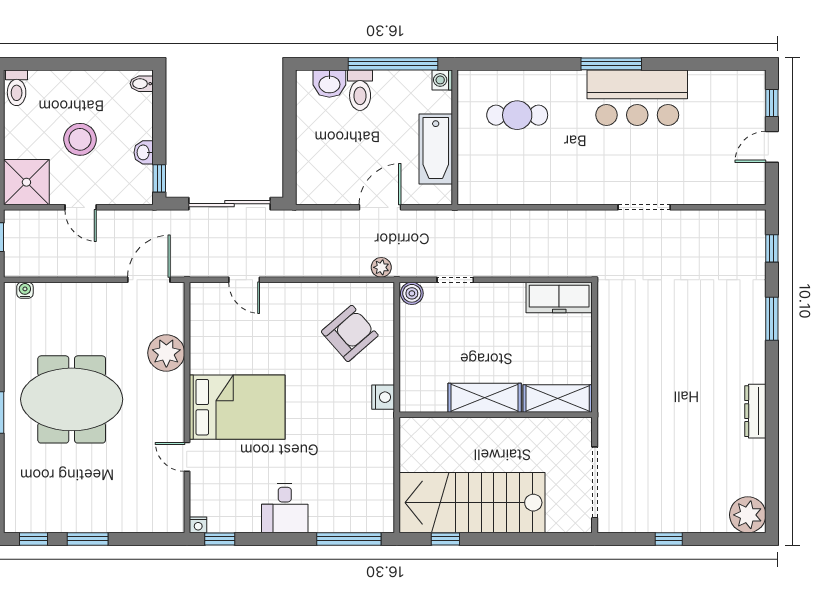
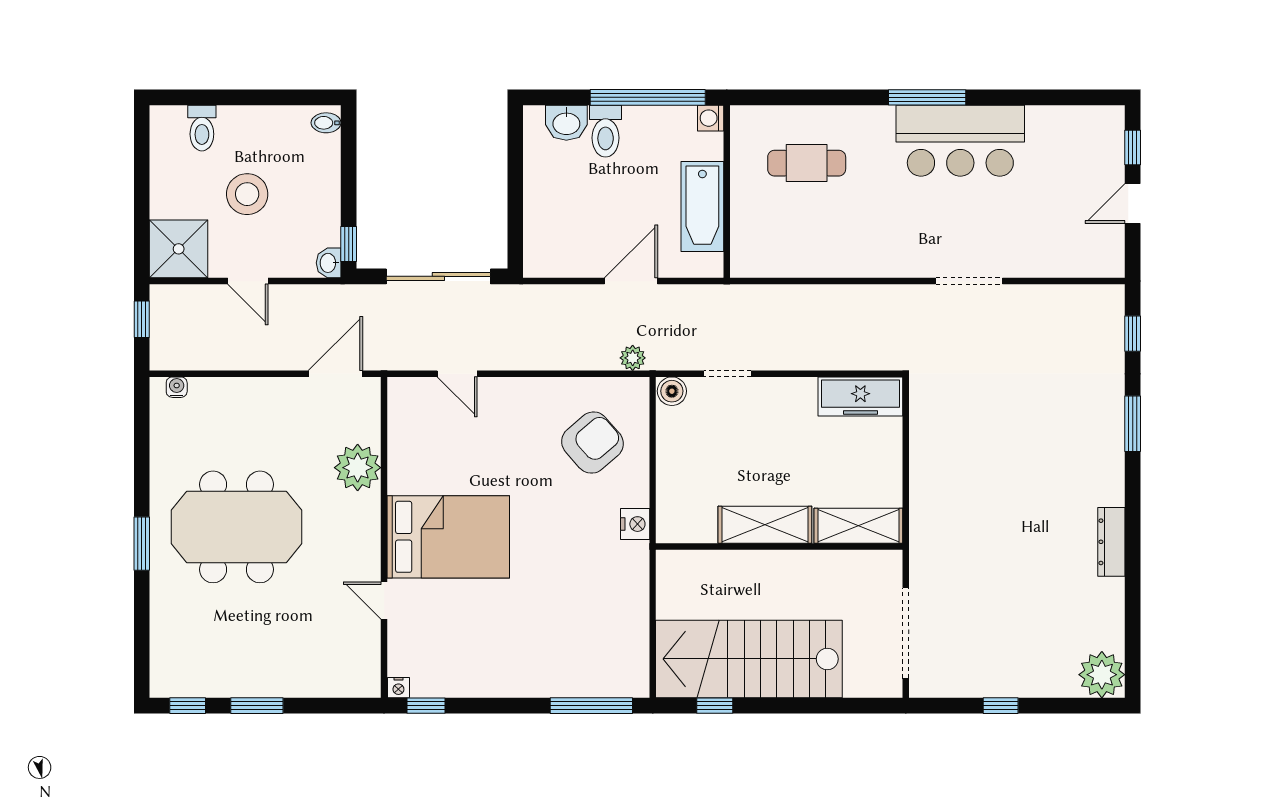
toilet: (17, 88) -> (202, 128), moved
washbasin: (144, 152) -> (329, 263), moved
desk: (285, 508) -> (509, 666), removed

